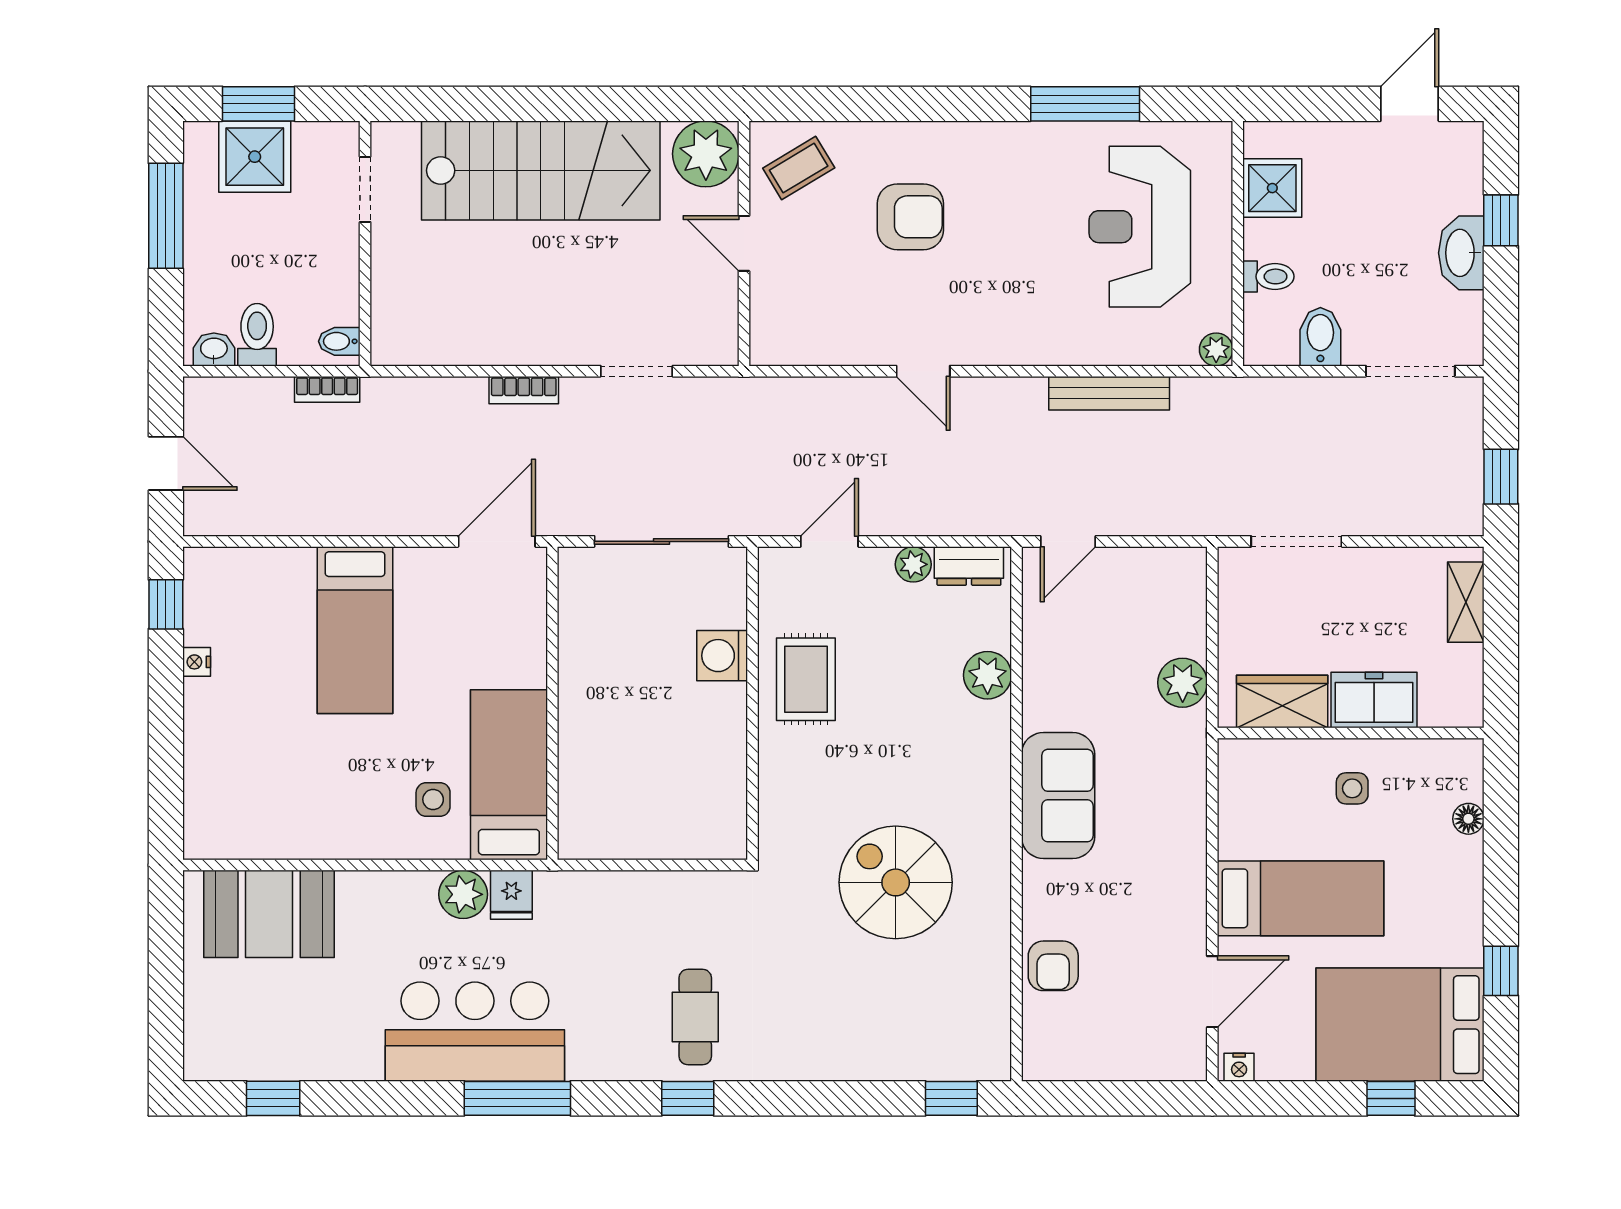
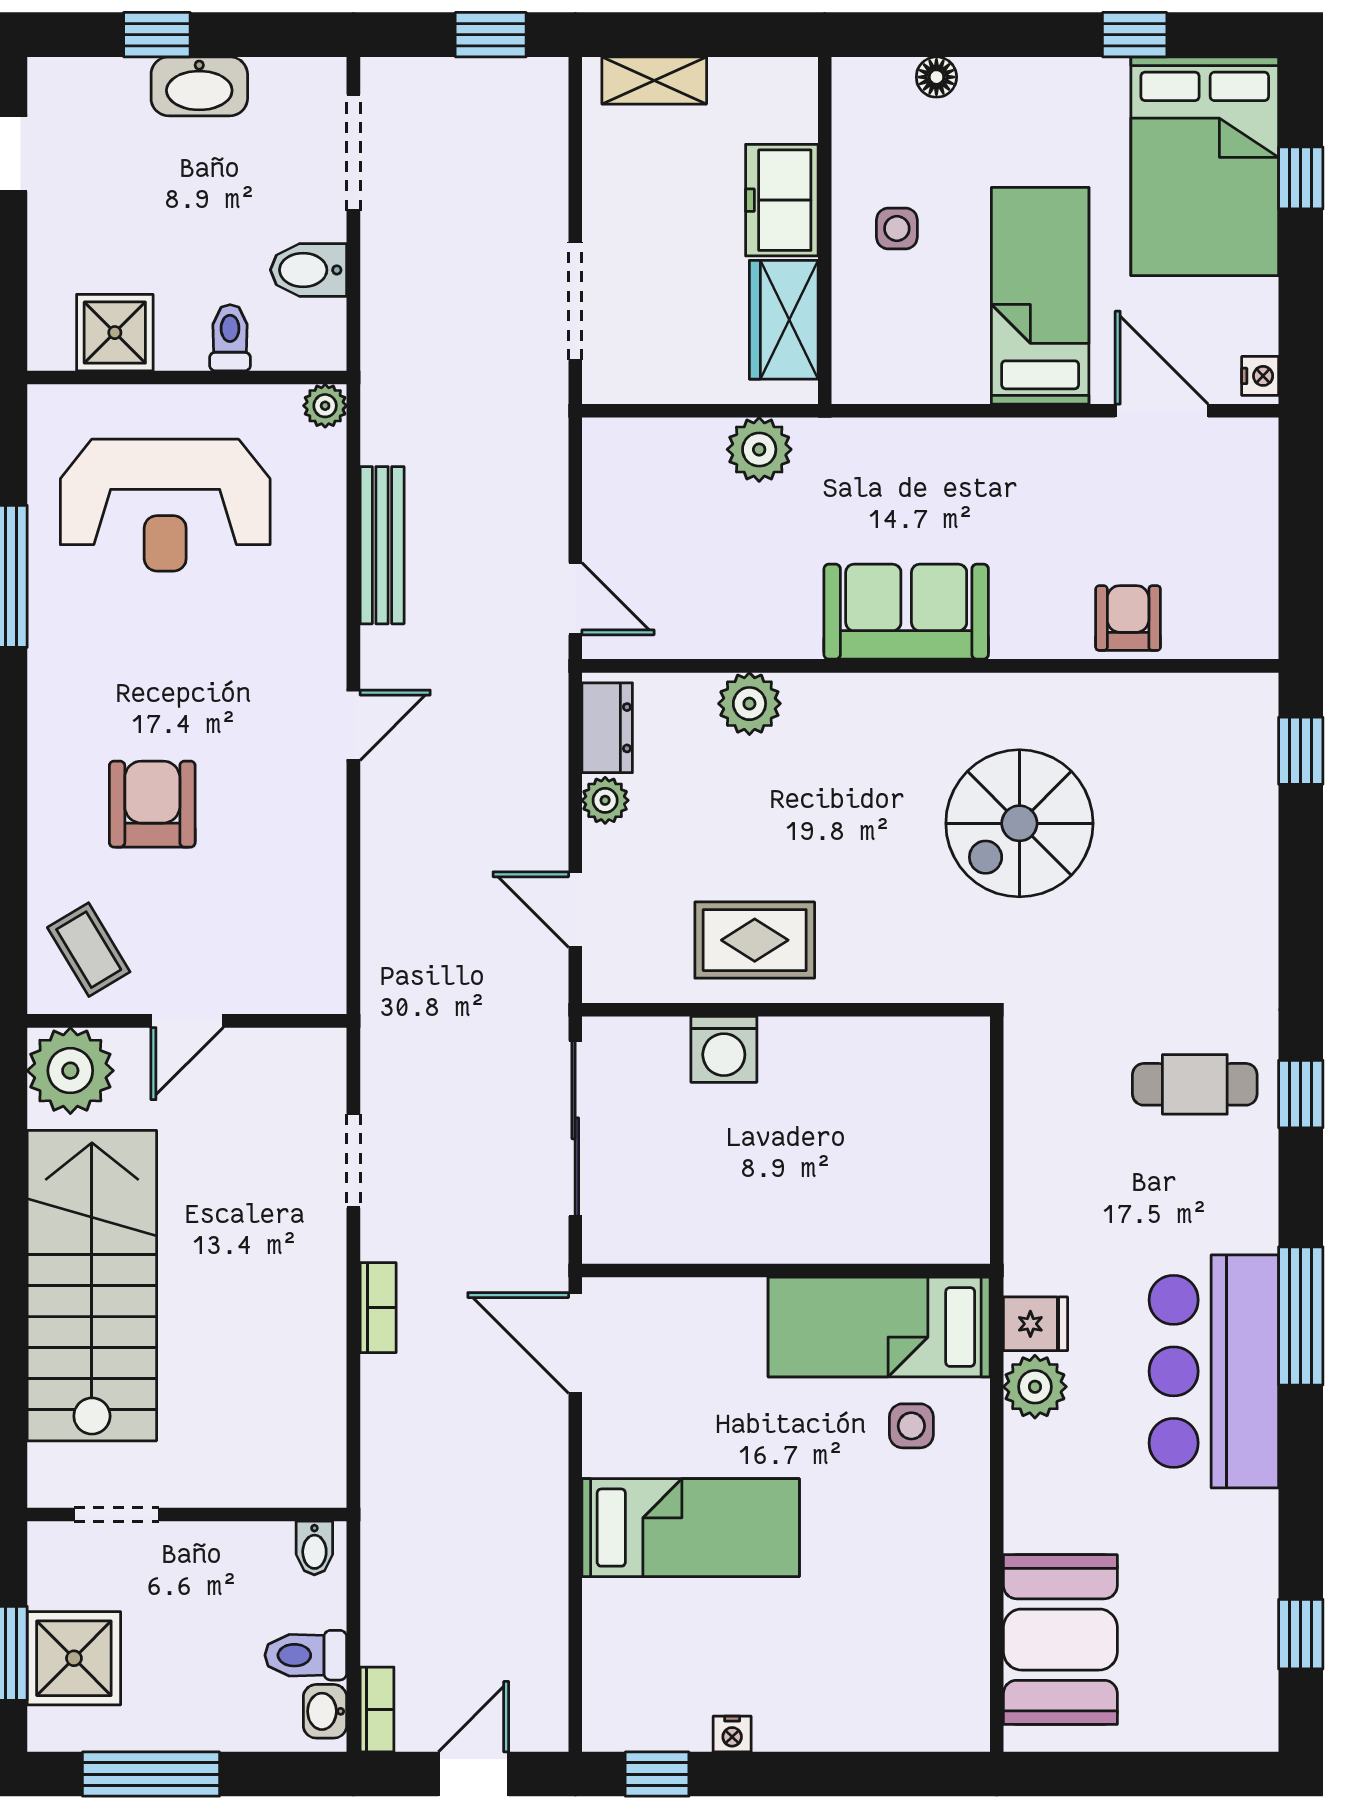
door: (923, 371) -> (353, 725), moved
bookcase: (327, 389) -> (377, 1709), moved
armchair: (1053, 966) -> (1128, 618), turned -90

